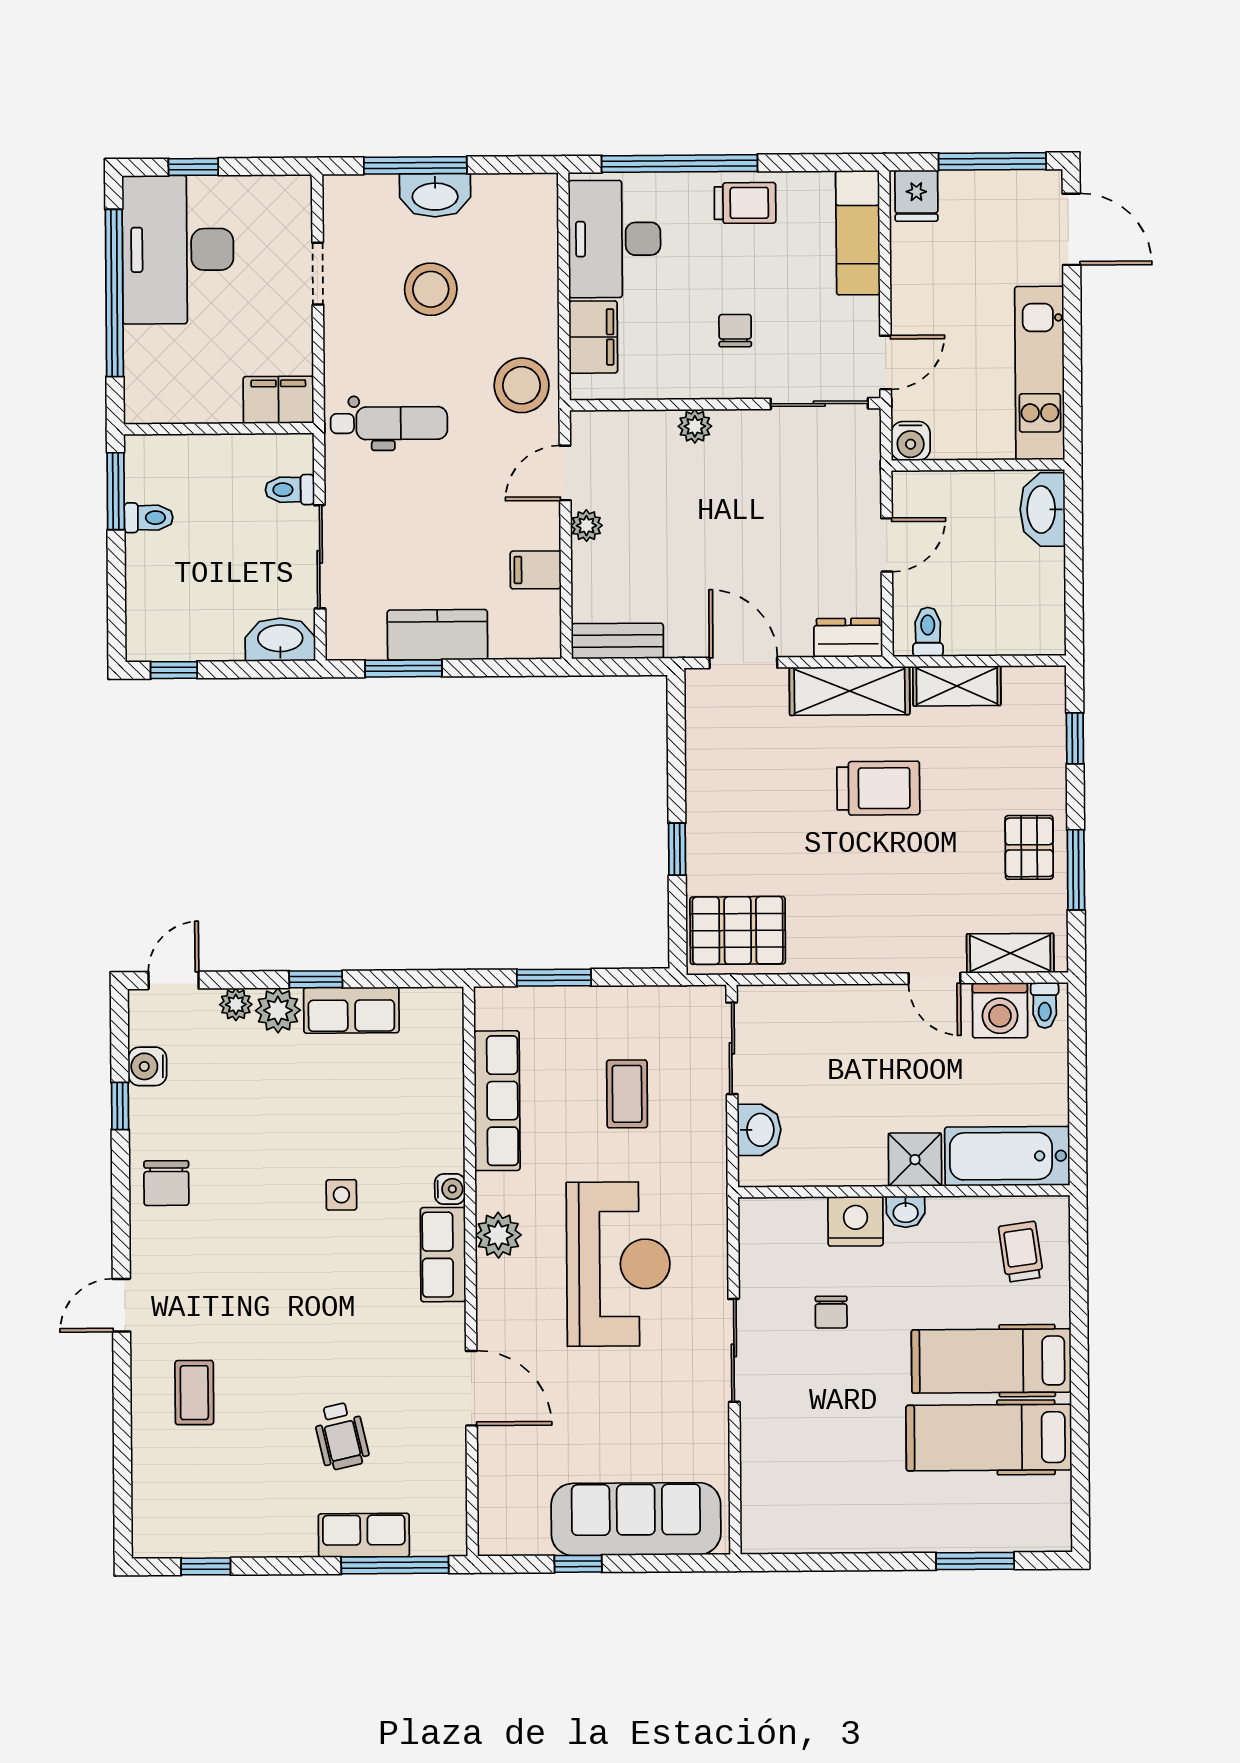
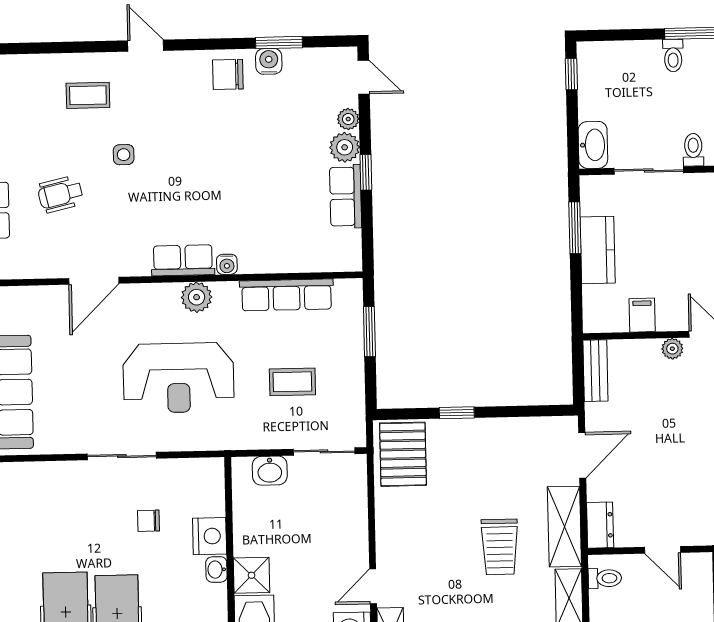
water cooler: (147, 1066) -> (269, 61), moved
window: (120, 1106) -> (279, 43), width x1.50
side table: (341, 1195) -> (124, 155), moved

